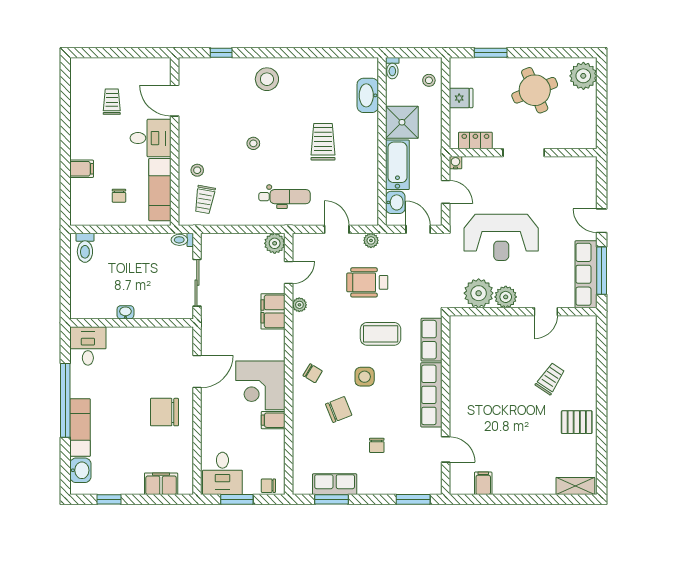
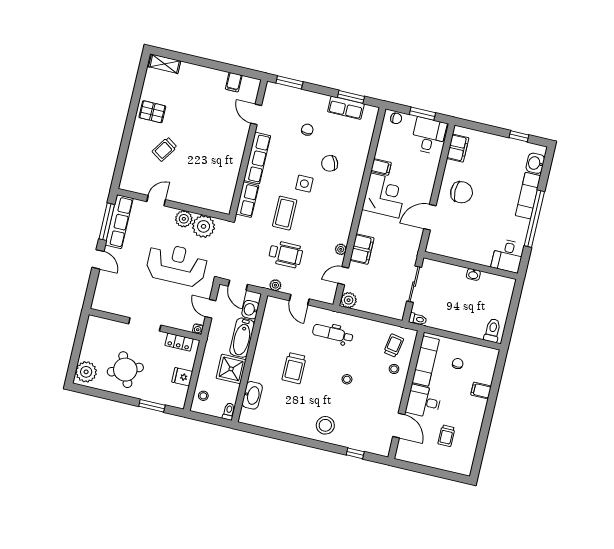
coffee table: (381, 334) -> (285, 213), turned 90
chair: (313, 373) -> (343, 195), removed
filing cabinet: (161, 484) -> (458, 148), moved, turned -90

